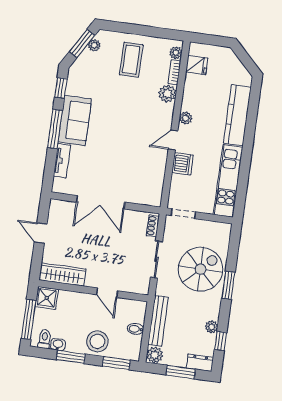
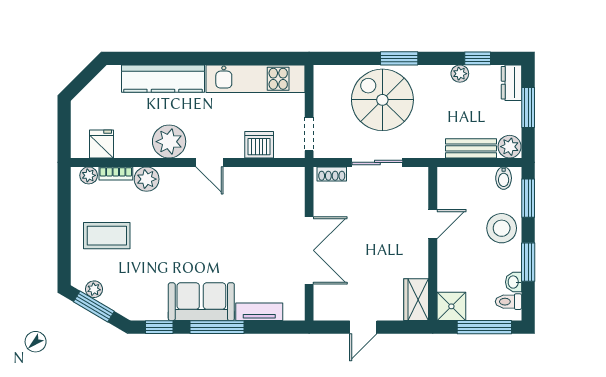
plant: (186, 118) -> (169, 142), width x1.88, depth x1.88
dishwasher: (183, 164) -> (259, 145), moved
wardrobe: (62, 275) -> (416, 300), width x0.67
bench: (158, 321) -> (471, 148), width x0.73
bidet: (135, 329) -> (504, 178), moved

